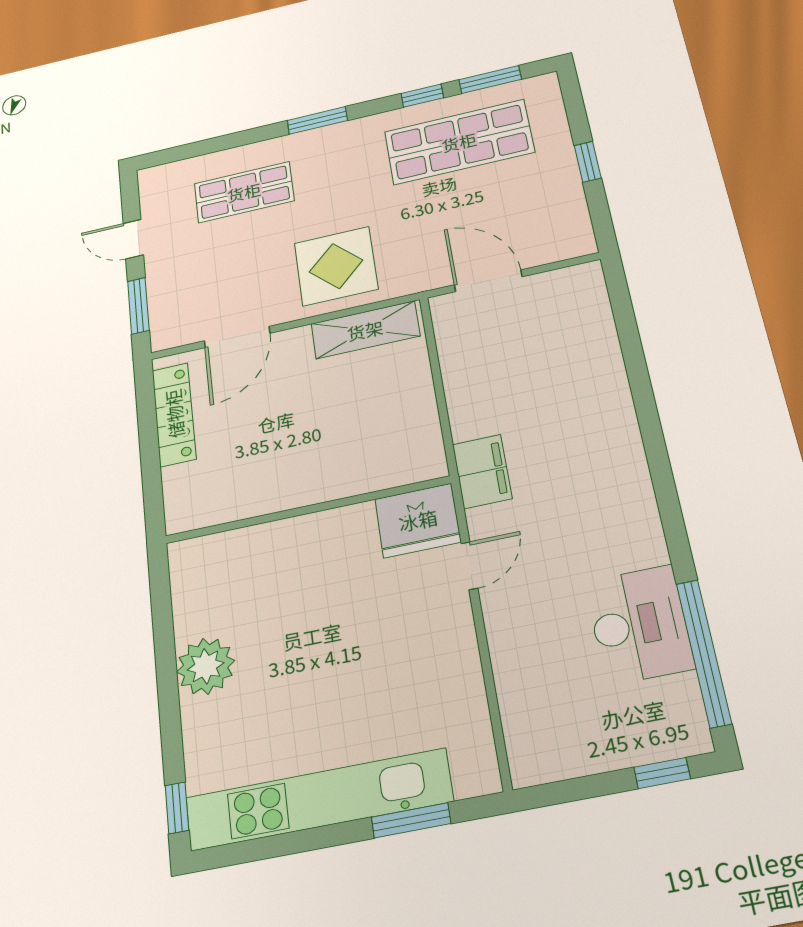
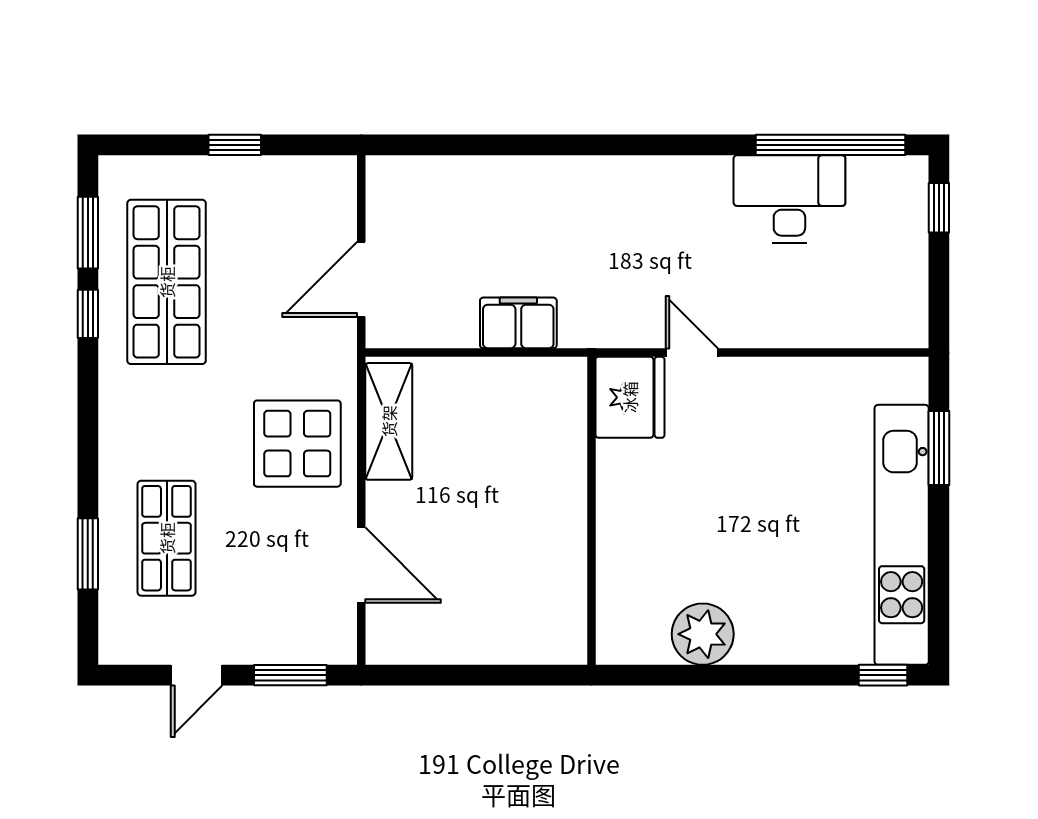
window: (317, 120) -> (88, 554), moved
locker: (174, 414) -> (442, 645), removed
filing cabinet: (482, 471) -> (518, 323), moved
plant: (206, 666) -> (703, 634), moved

